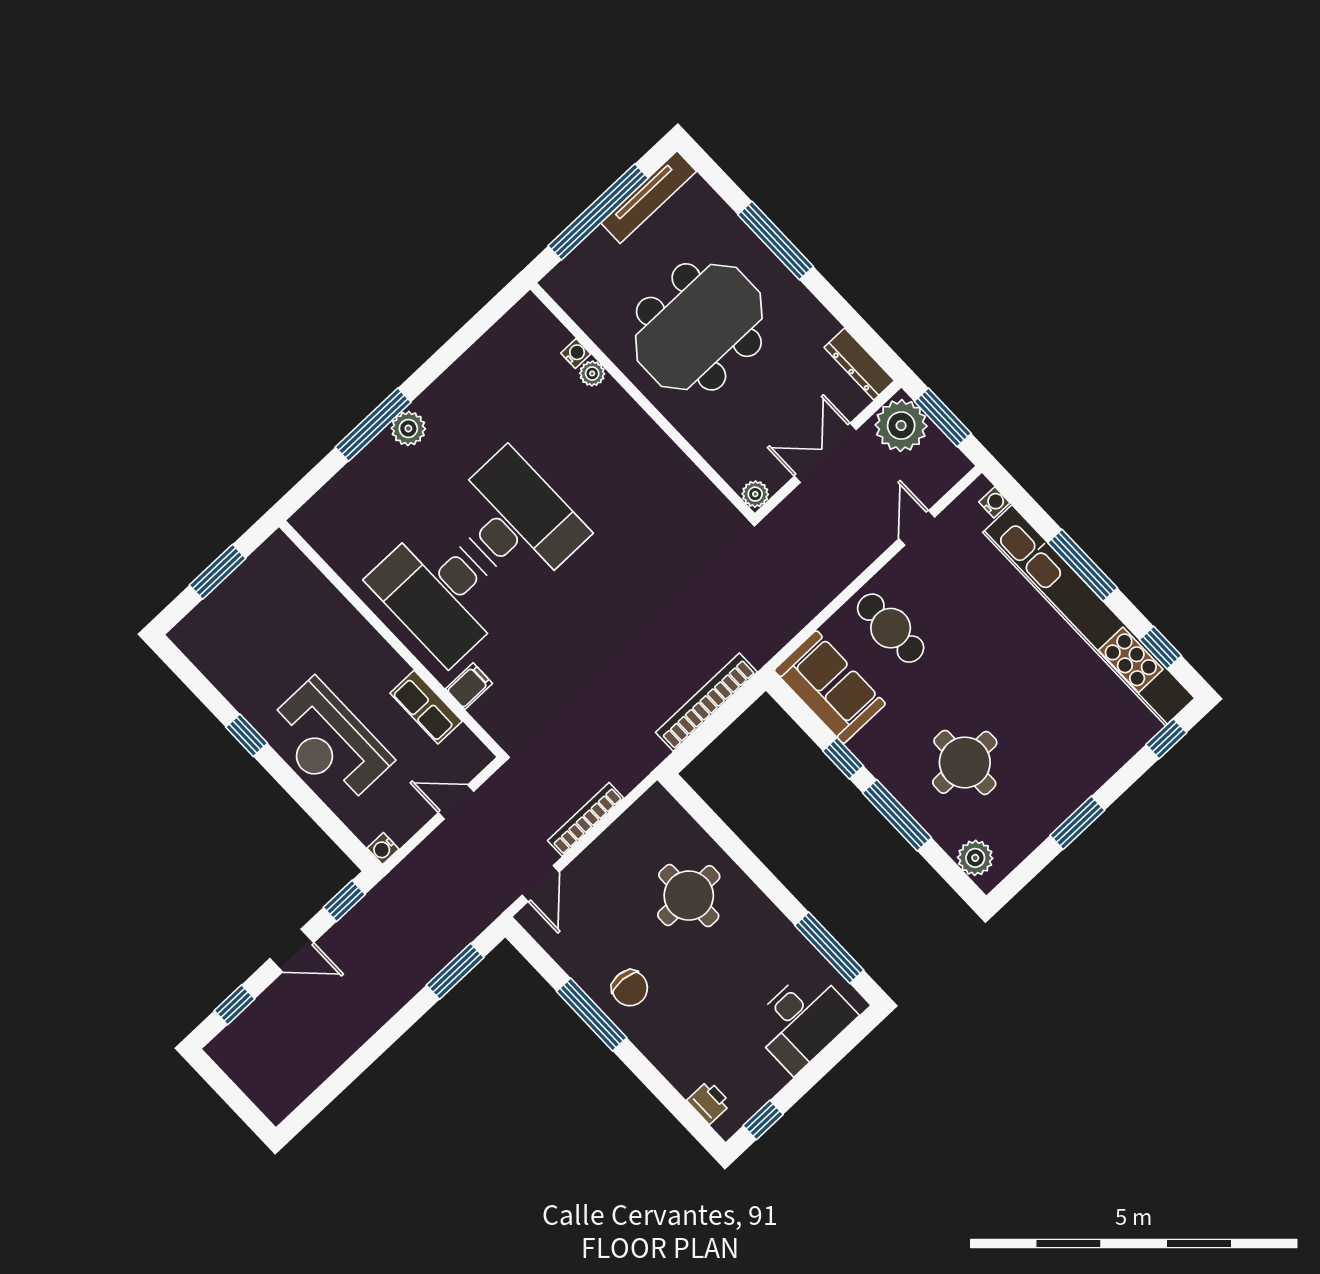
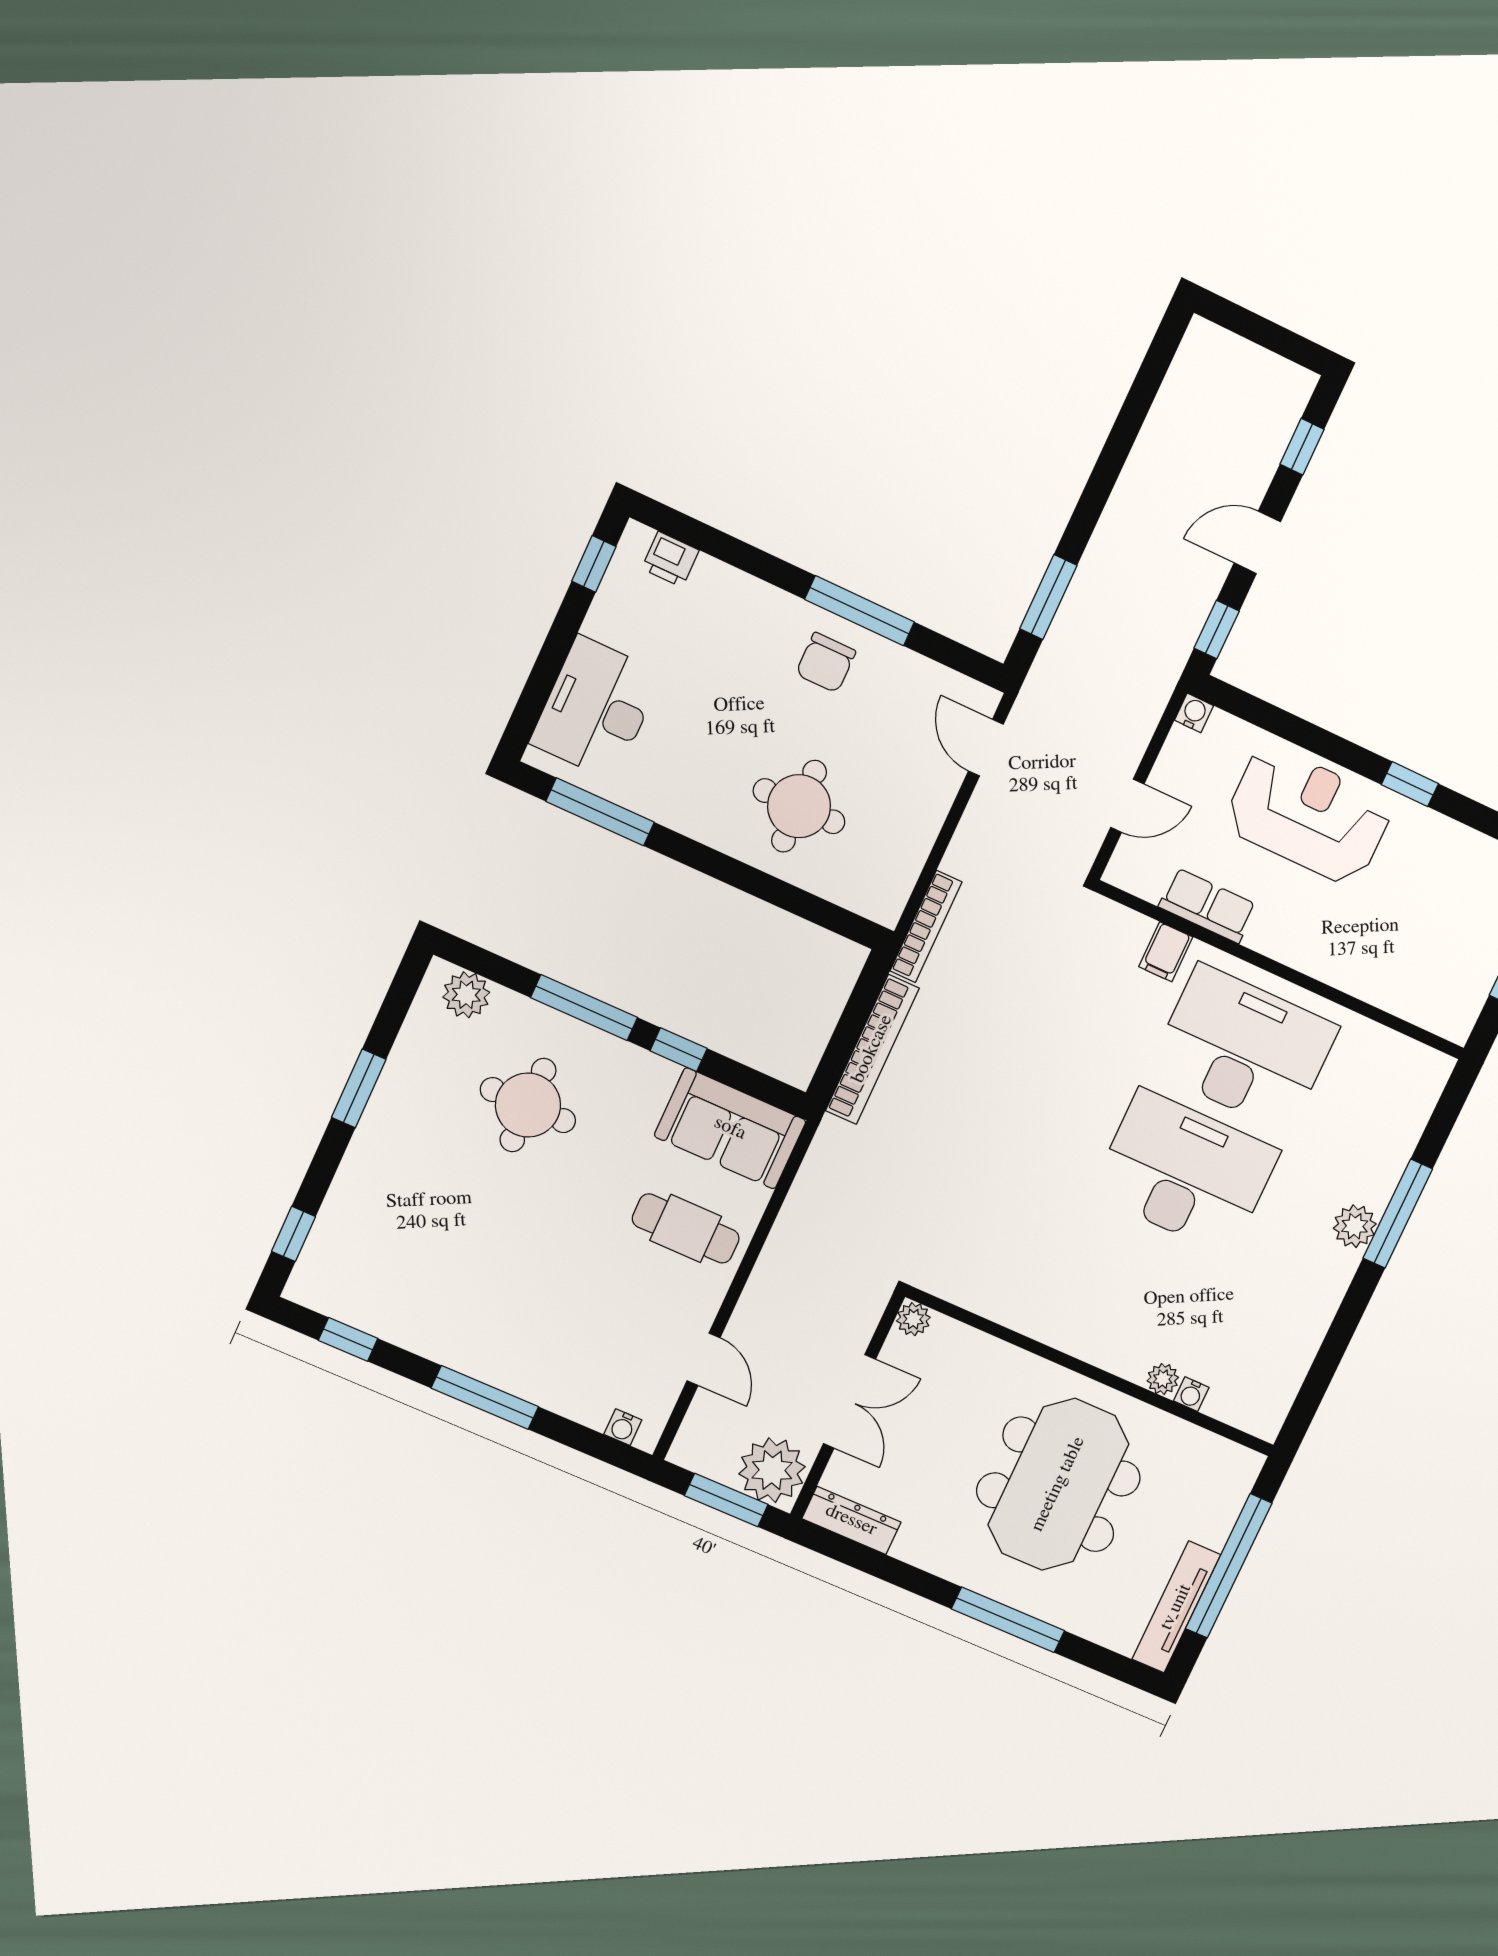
desk: (517, 520) -> (1185, 1172), turned 180
kitchen unit: (1089, 615) -> (452, 1342), removed
bookcase: (586, 819) -> (926, 926), moved
chair: (630, 988) -> (826, 663), turned -94

